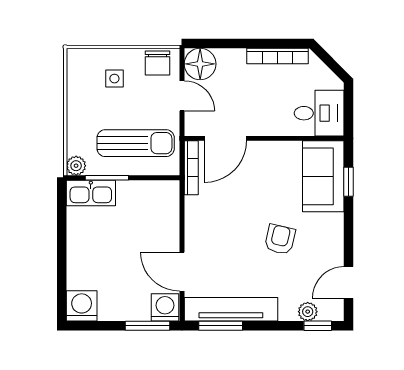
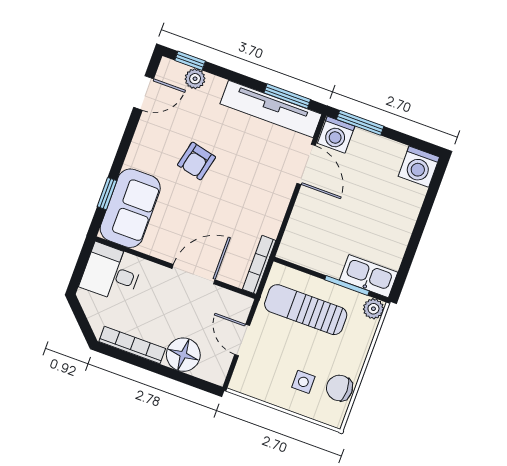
chair: (158, 63) -> (339, 388), moved, turned -90
floor lamp: (200, 64) -> (183, 355), moved
door: (225, 138) -> (194, 274), moved

